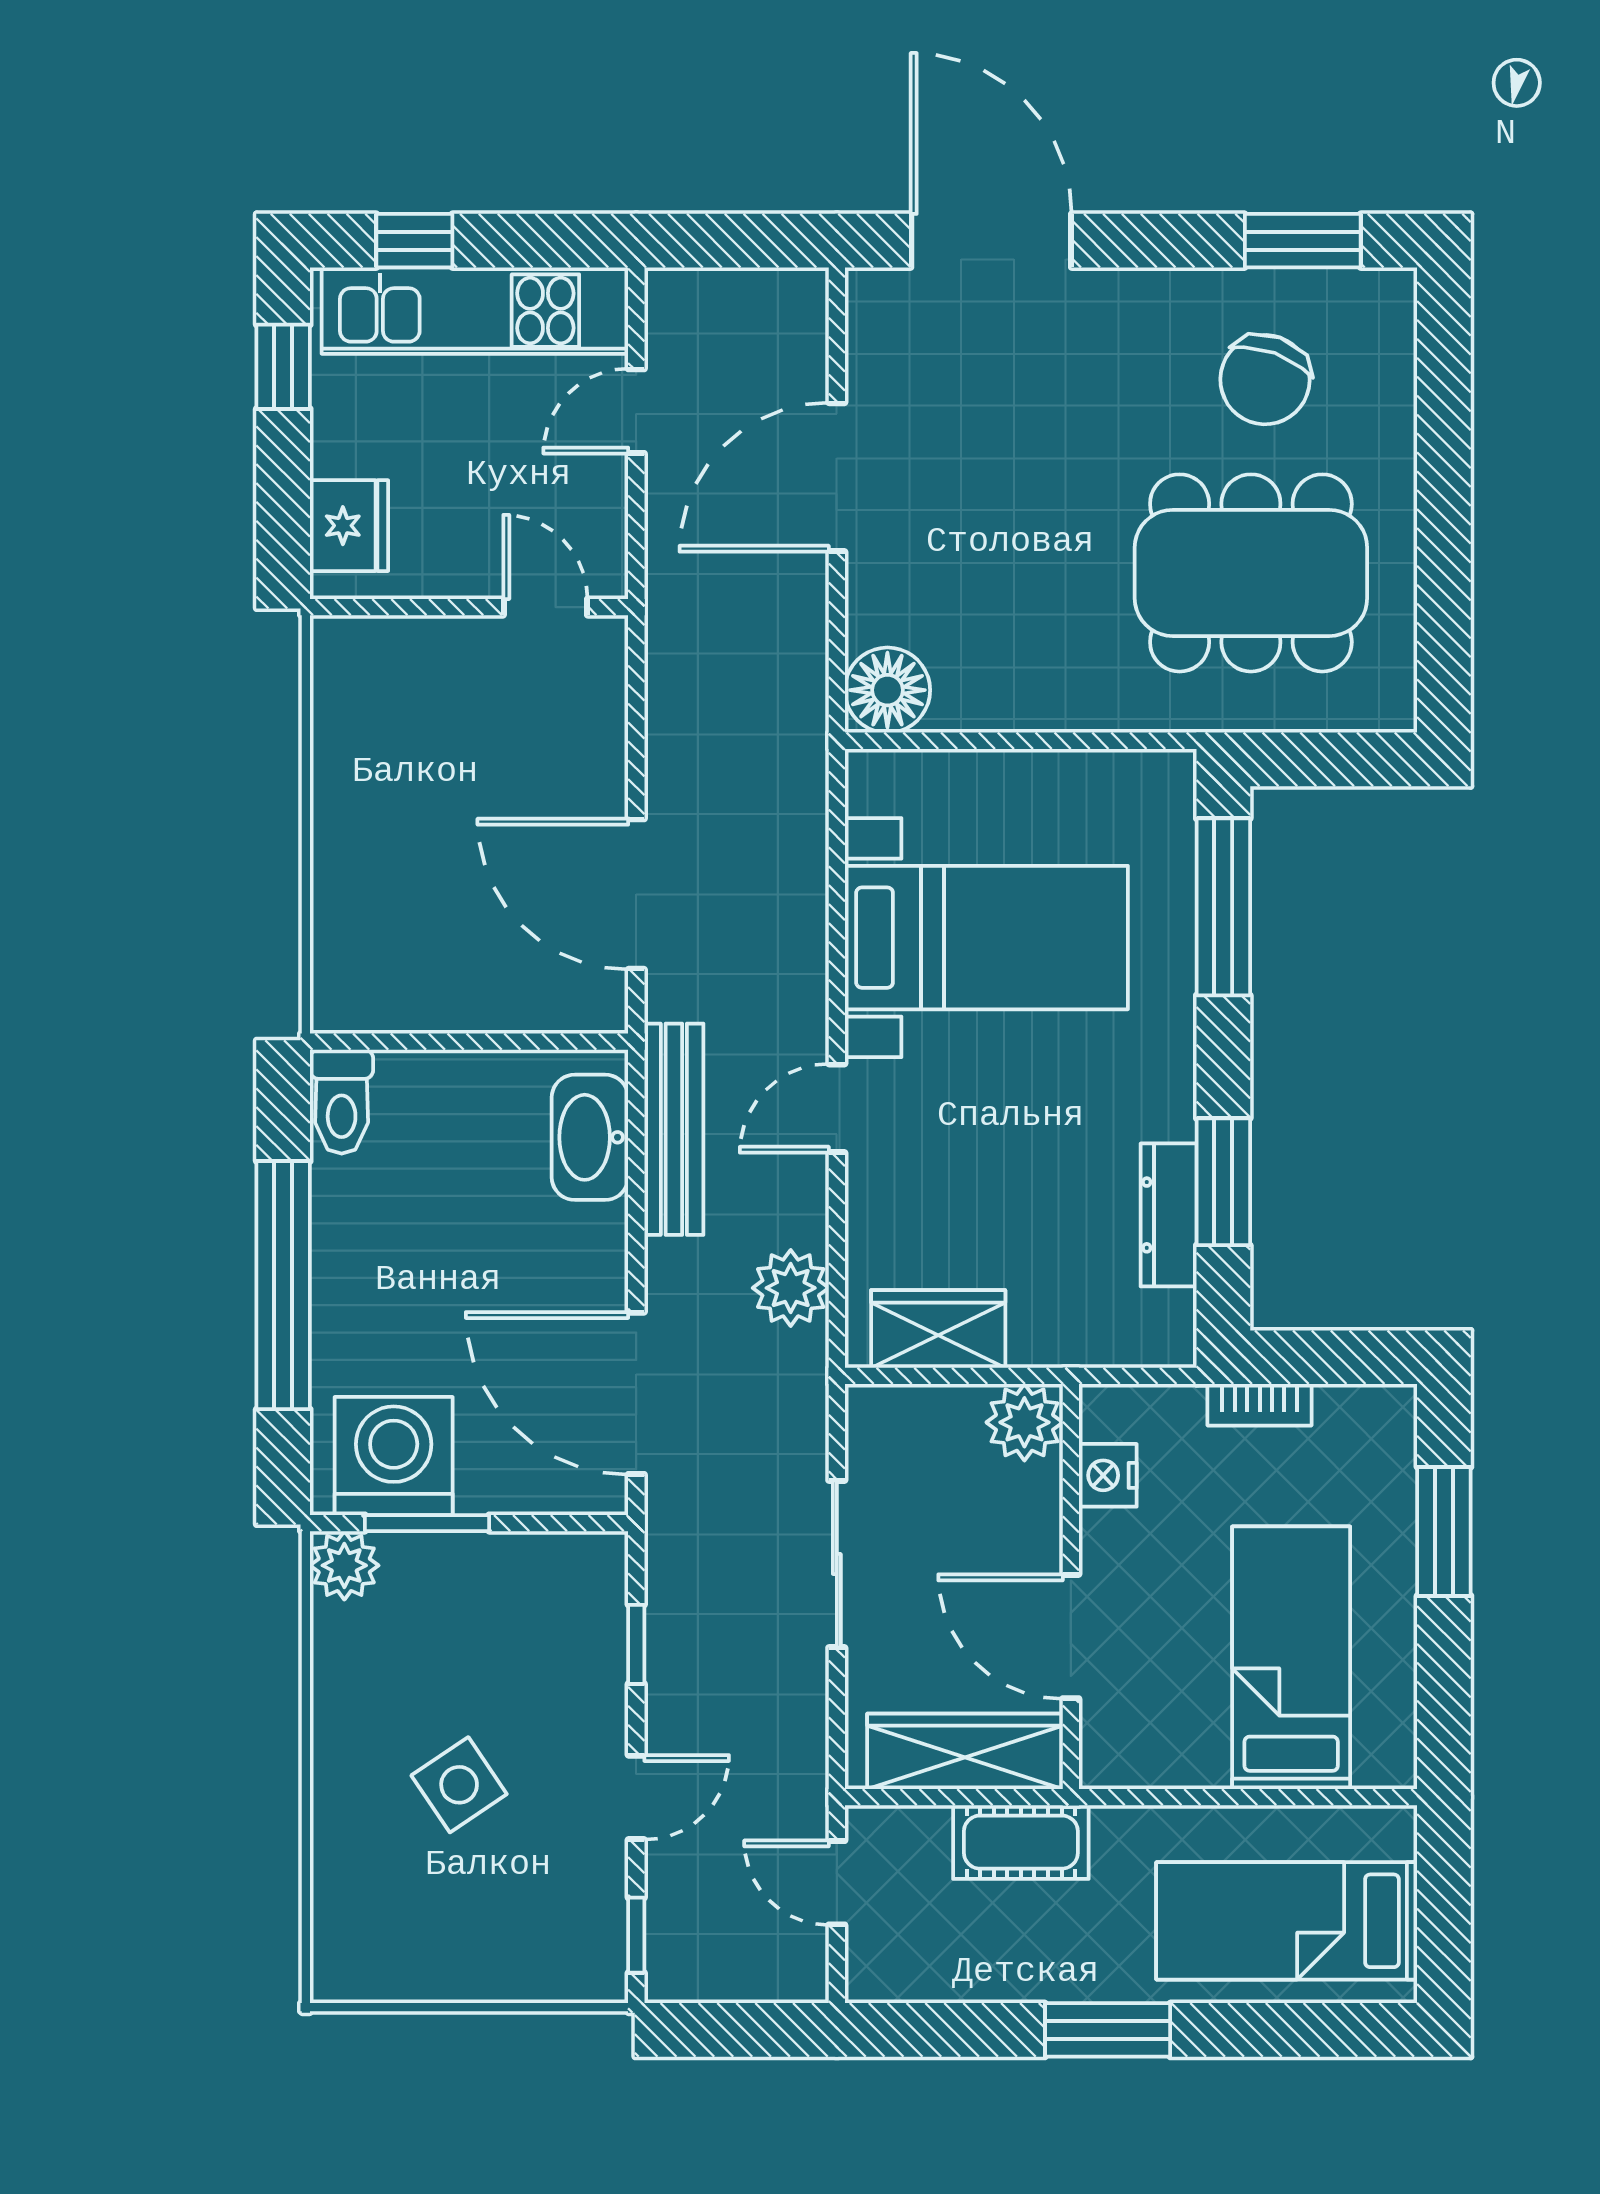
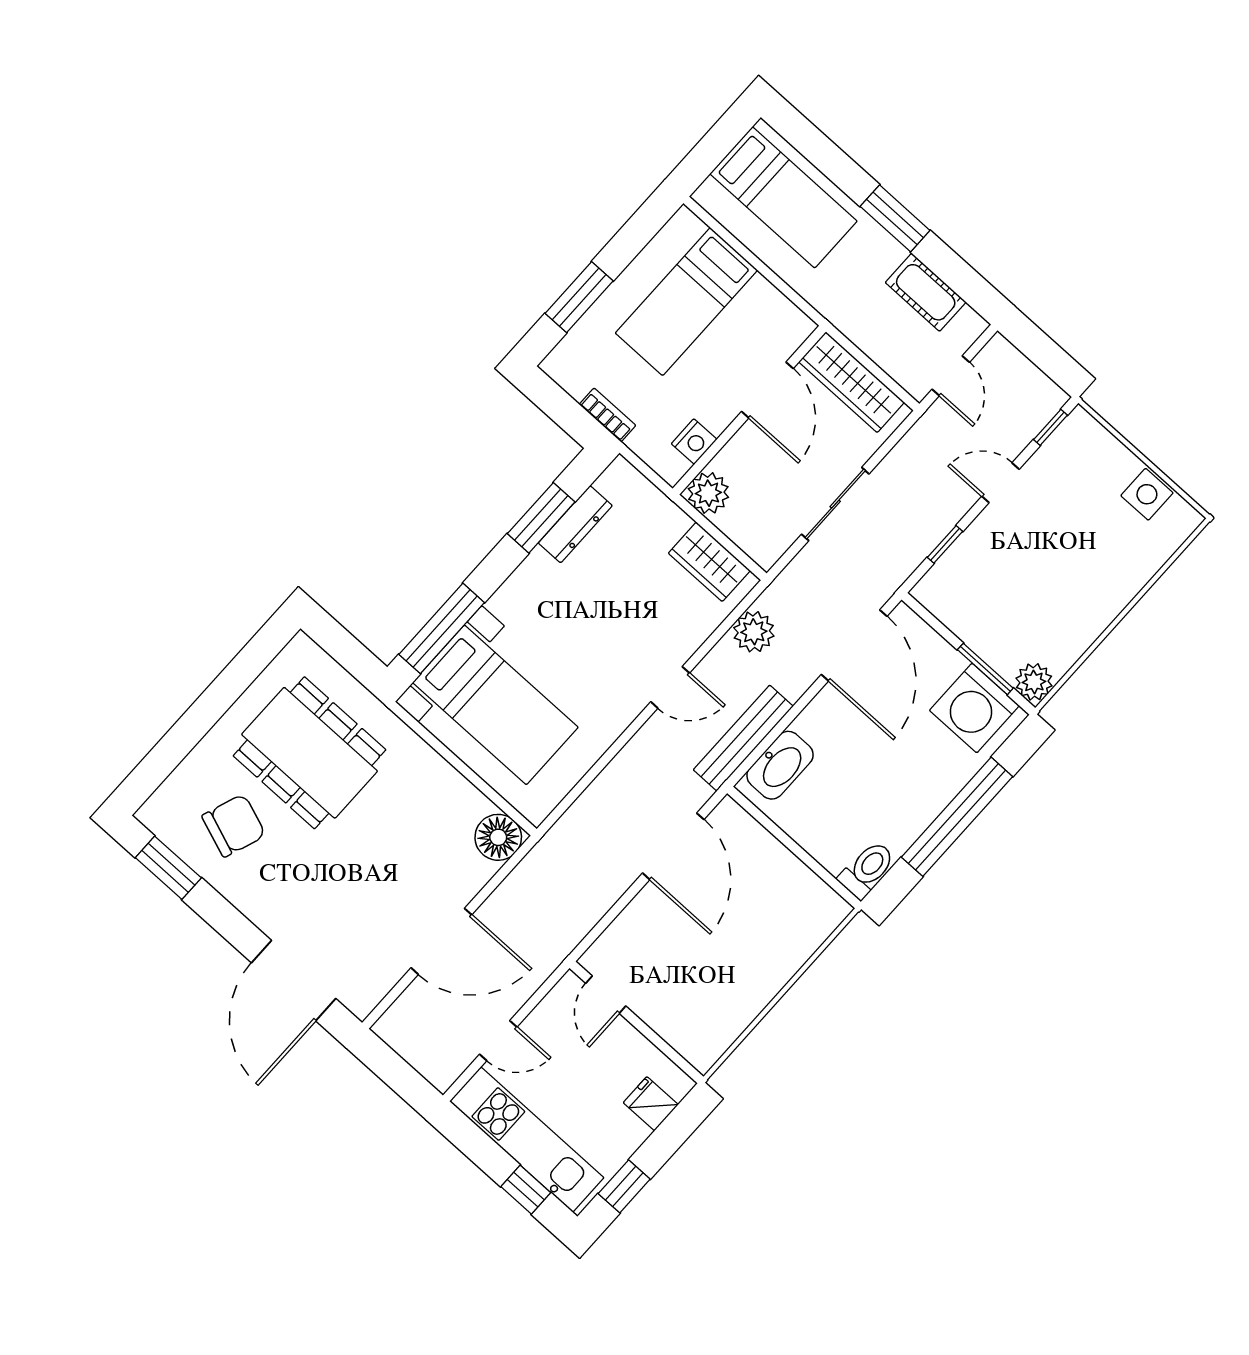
fridge: (349, 526) -> (651, 1104), width x0.72
bed with nightstands: (986, 938) -> (495, 705), moved, turned 180
side table: (459, 1785) -> (1147, 494), moved, turned 34
cot: (1021, 1842) -> (926, 292), moved

